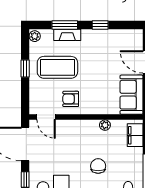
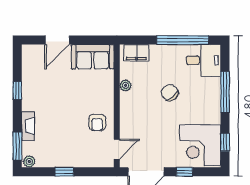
window: (65, 25) -> (17, 146), moved
coffee table: (57, 67) -> (63, 137), removed
chair: (98, 166) -> (170, 93), turned 48

